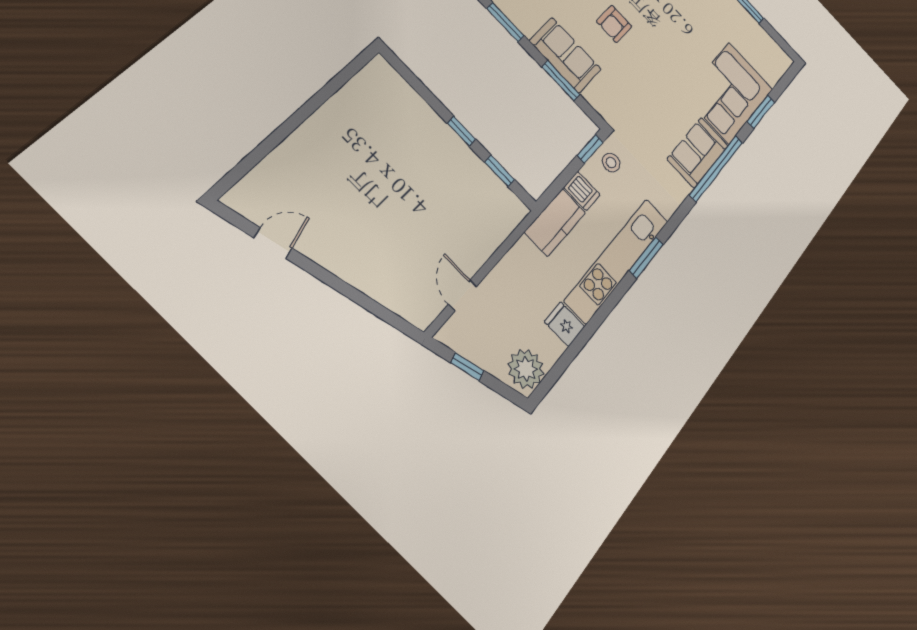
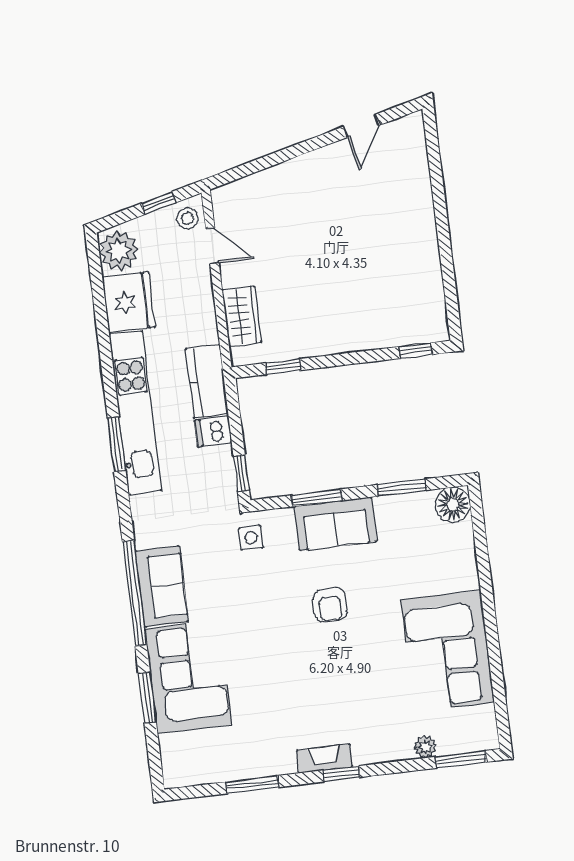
armchair: (614, 24) -> (330, 605), turned 180
side table: (621, 111) -> (251, 538), added
window: (462, 131) -> (415, 351), moved
stool: (611, 163) -> (188, 218), moved
wardrobe: (492, 231) -> (242, 316), added
fridge: (565, 324) -> (129, 302), width x1.88, depth x1.34

